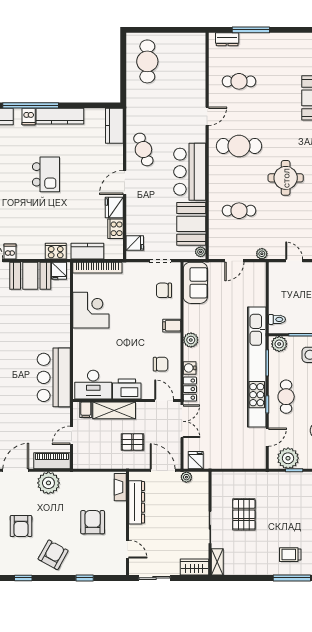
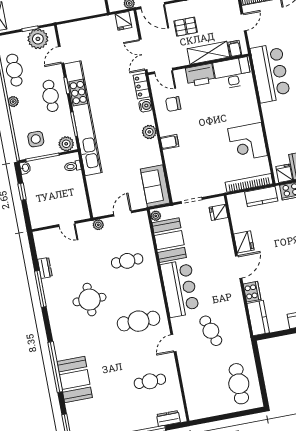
cafe table: (143, 149) -> (211, 331), moved
cooker: (116, 229) -> (252, 292), moved
chair: (164, 290) -> (183, 173), removed

